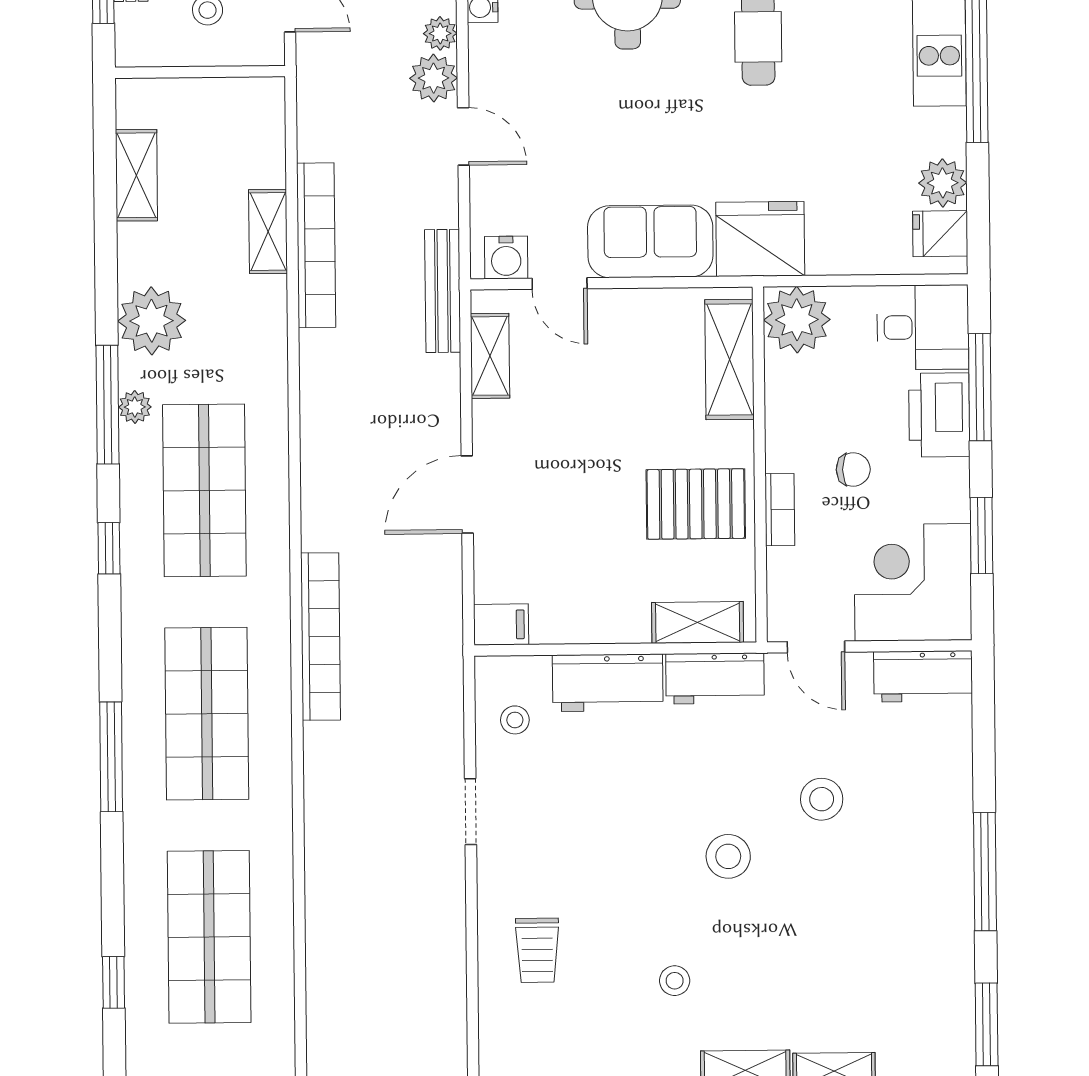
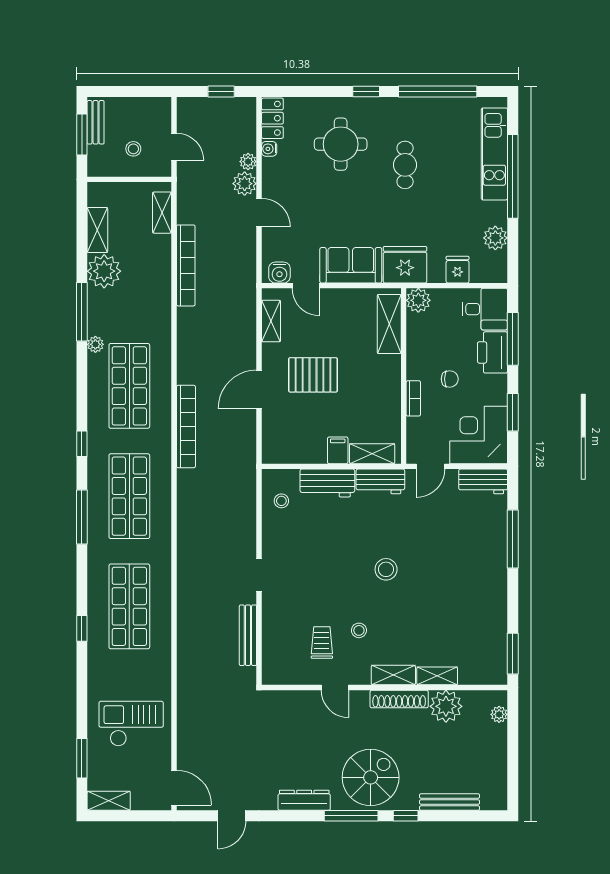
shelving: (268, 231) -> (162, 213), moved
fridge: (940, 234) -> (458, 270), moved, turned 90
bench: (443, 291) -> (248, 635), moved
plant: (797, 320) -> (418, 300), width x0.73, depth x0.73
plant: (152, 321) -> (104, 271), moved
window: (107, 405) -> (82, 312), moved
pallet: (696, 504) -> (313, 375), moved
window: (109, 548) -> (82, 444), moved
filing cabinet: (501, 625) -> (338, 450), moved, turned -90
bookcase: (321, 637) -> (186, 427), moved
door: (816, 647) -> (430, 466), hinge flipped
stool: (822, 799) -> (432, 542), removed
doorway: (471, 812) -> (259, 575), moved
window: (985, 872) -> (513, 539), moved
trolley: (537, 950) -> (322, 643), moved, turned 180

